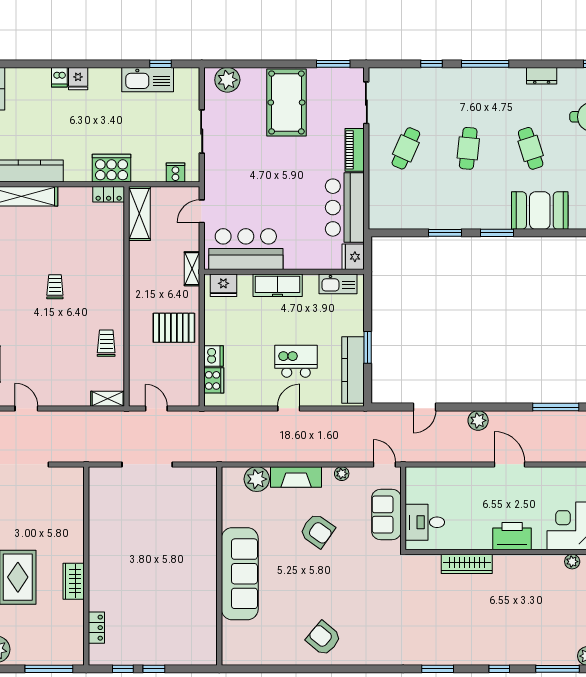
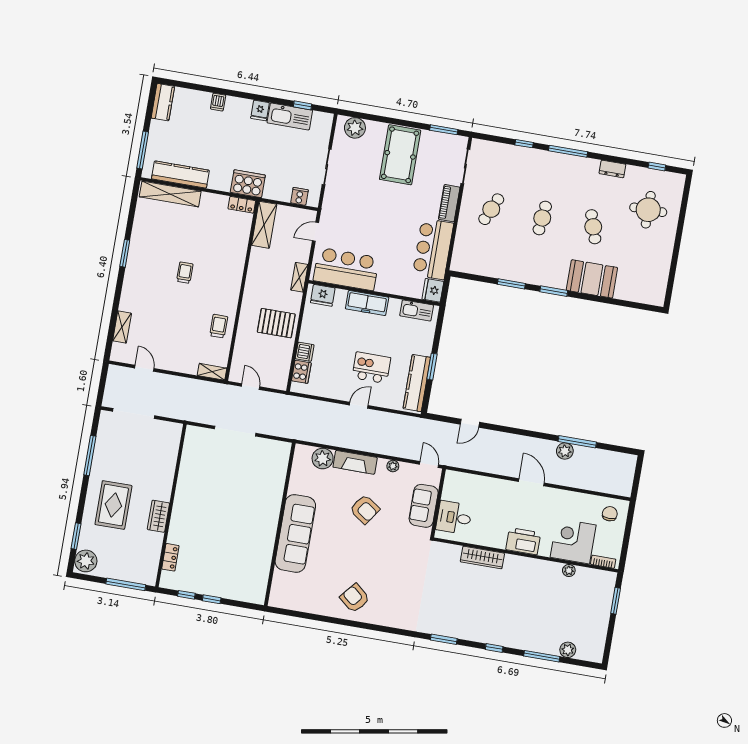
fridge: (78, 79) -> (260, 111), moved
plant: (478, 420) -> (565, 451), moved

